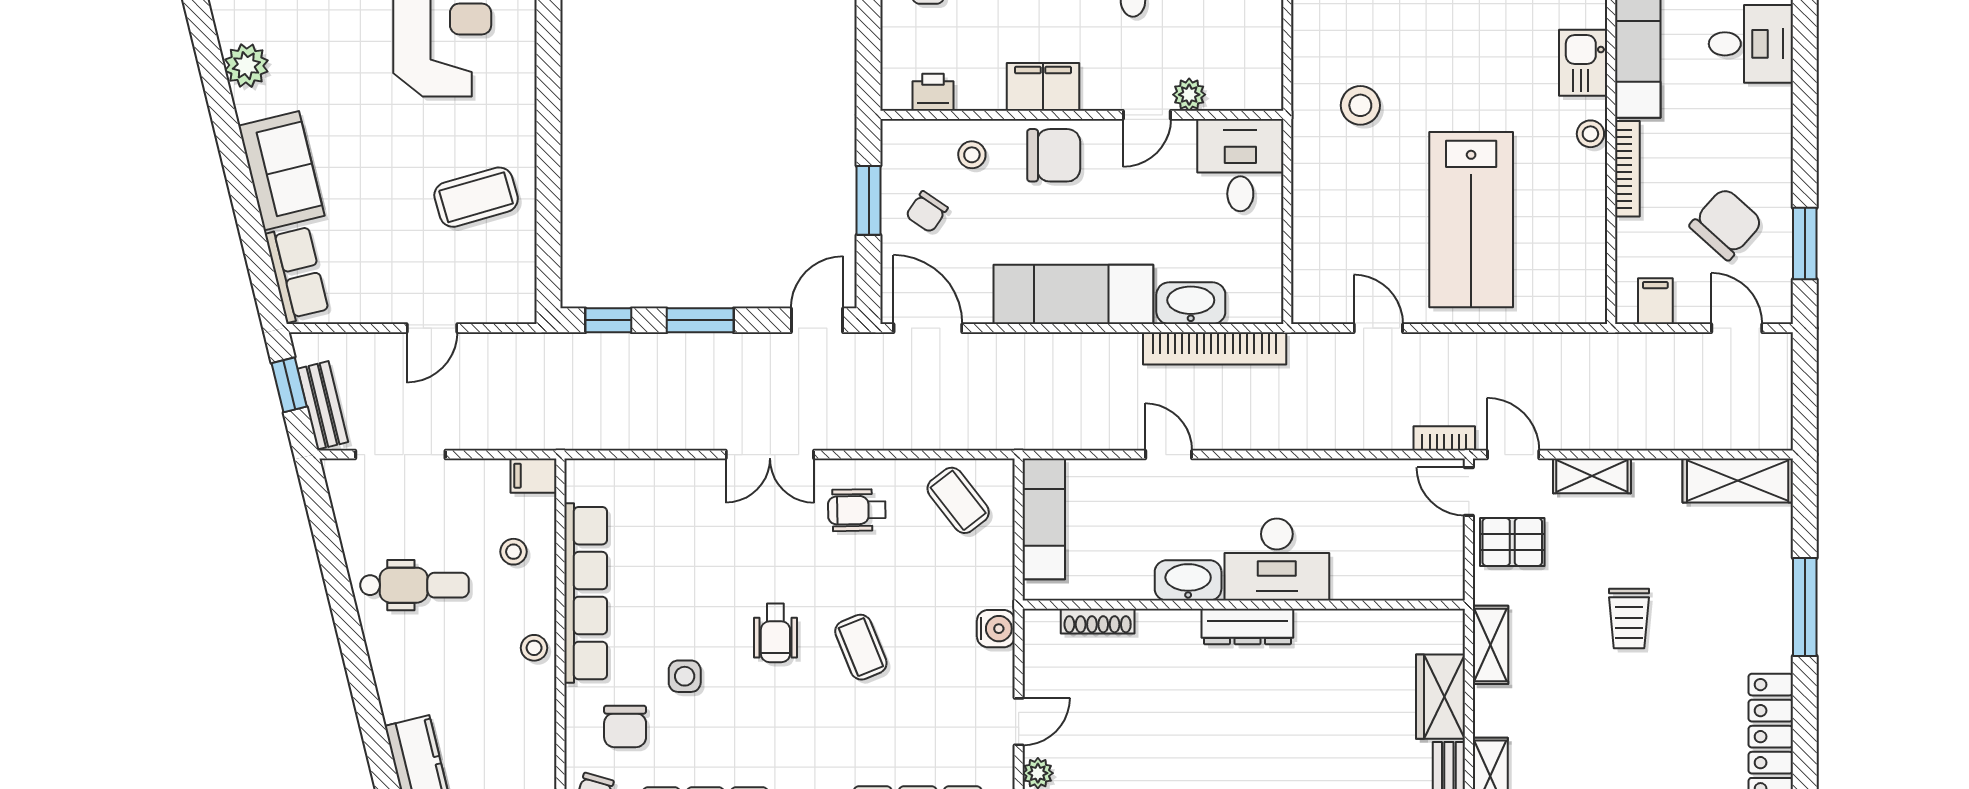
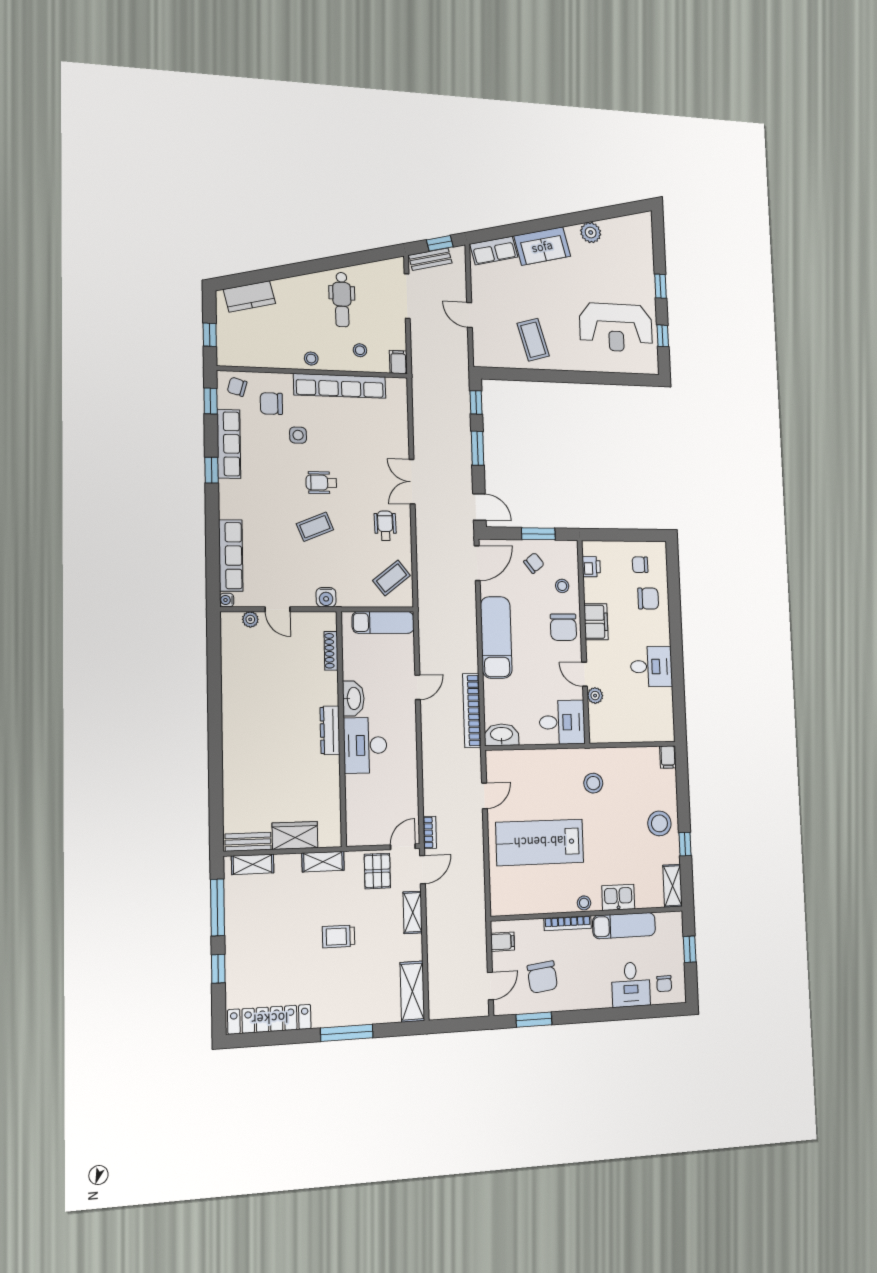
chair: (927, 212) -> (534, 563), turned 108
chair: (1726, 224) -> (542, 977), turned 41
washbasin: (1191, 303) -> (502, 735), moved, turned -90

